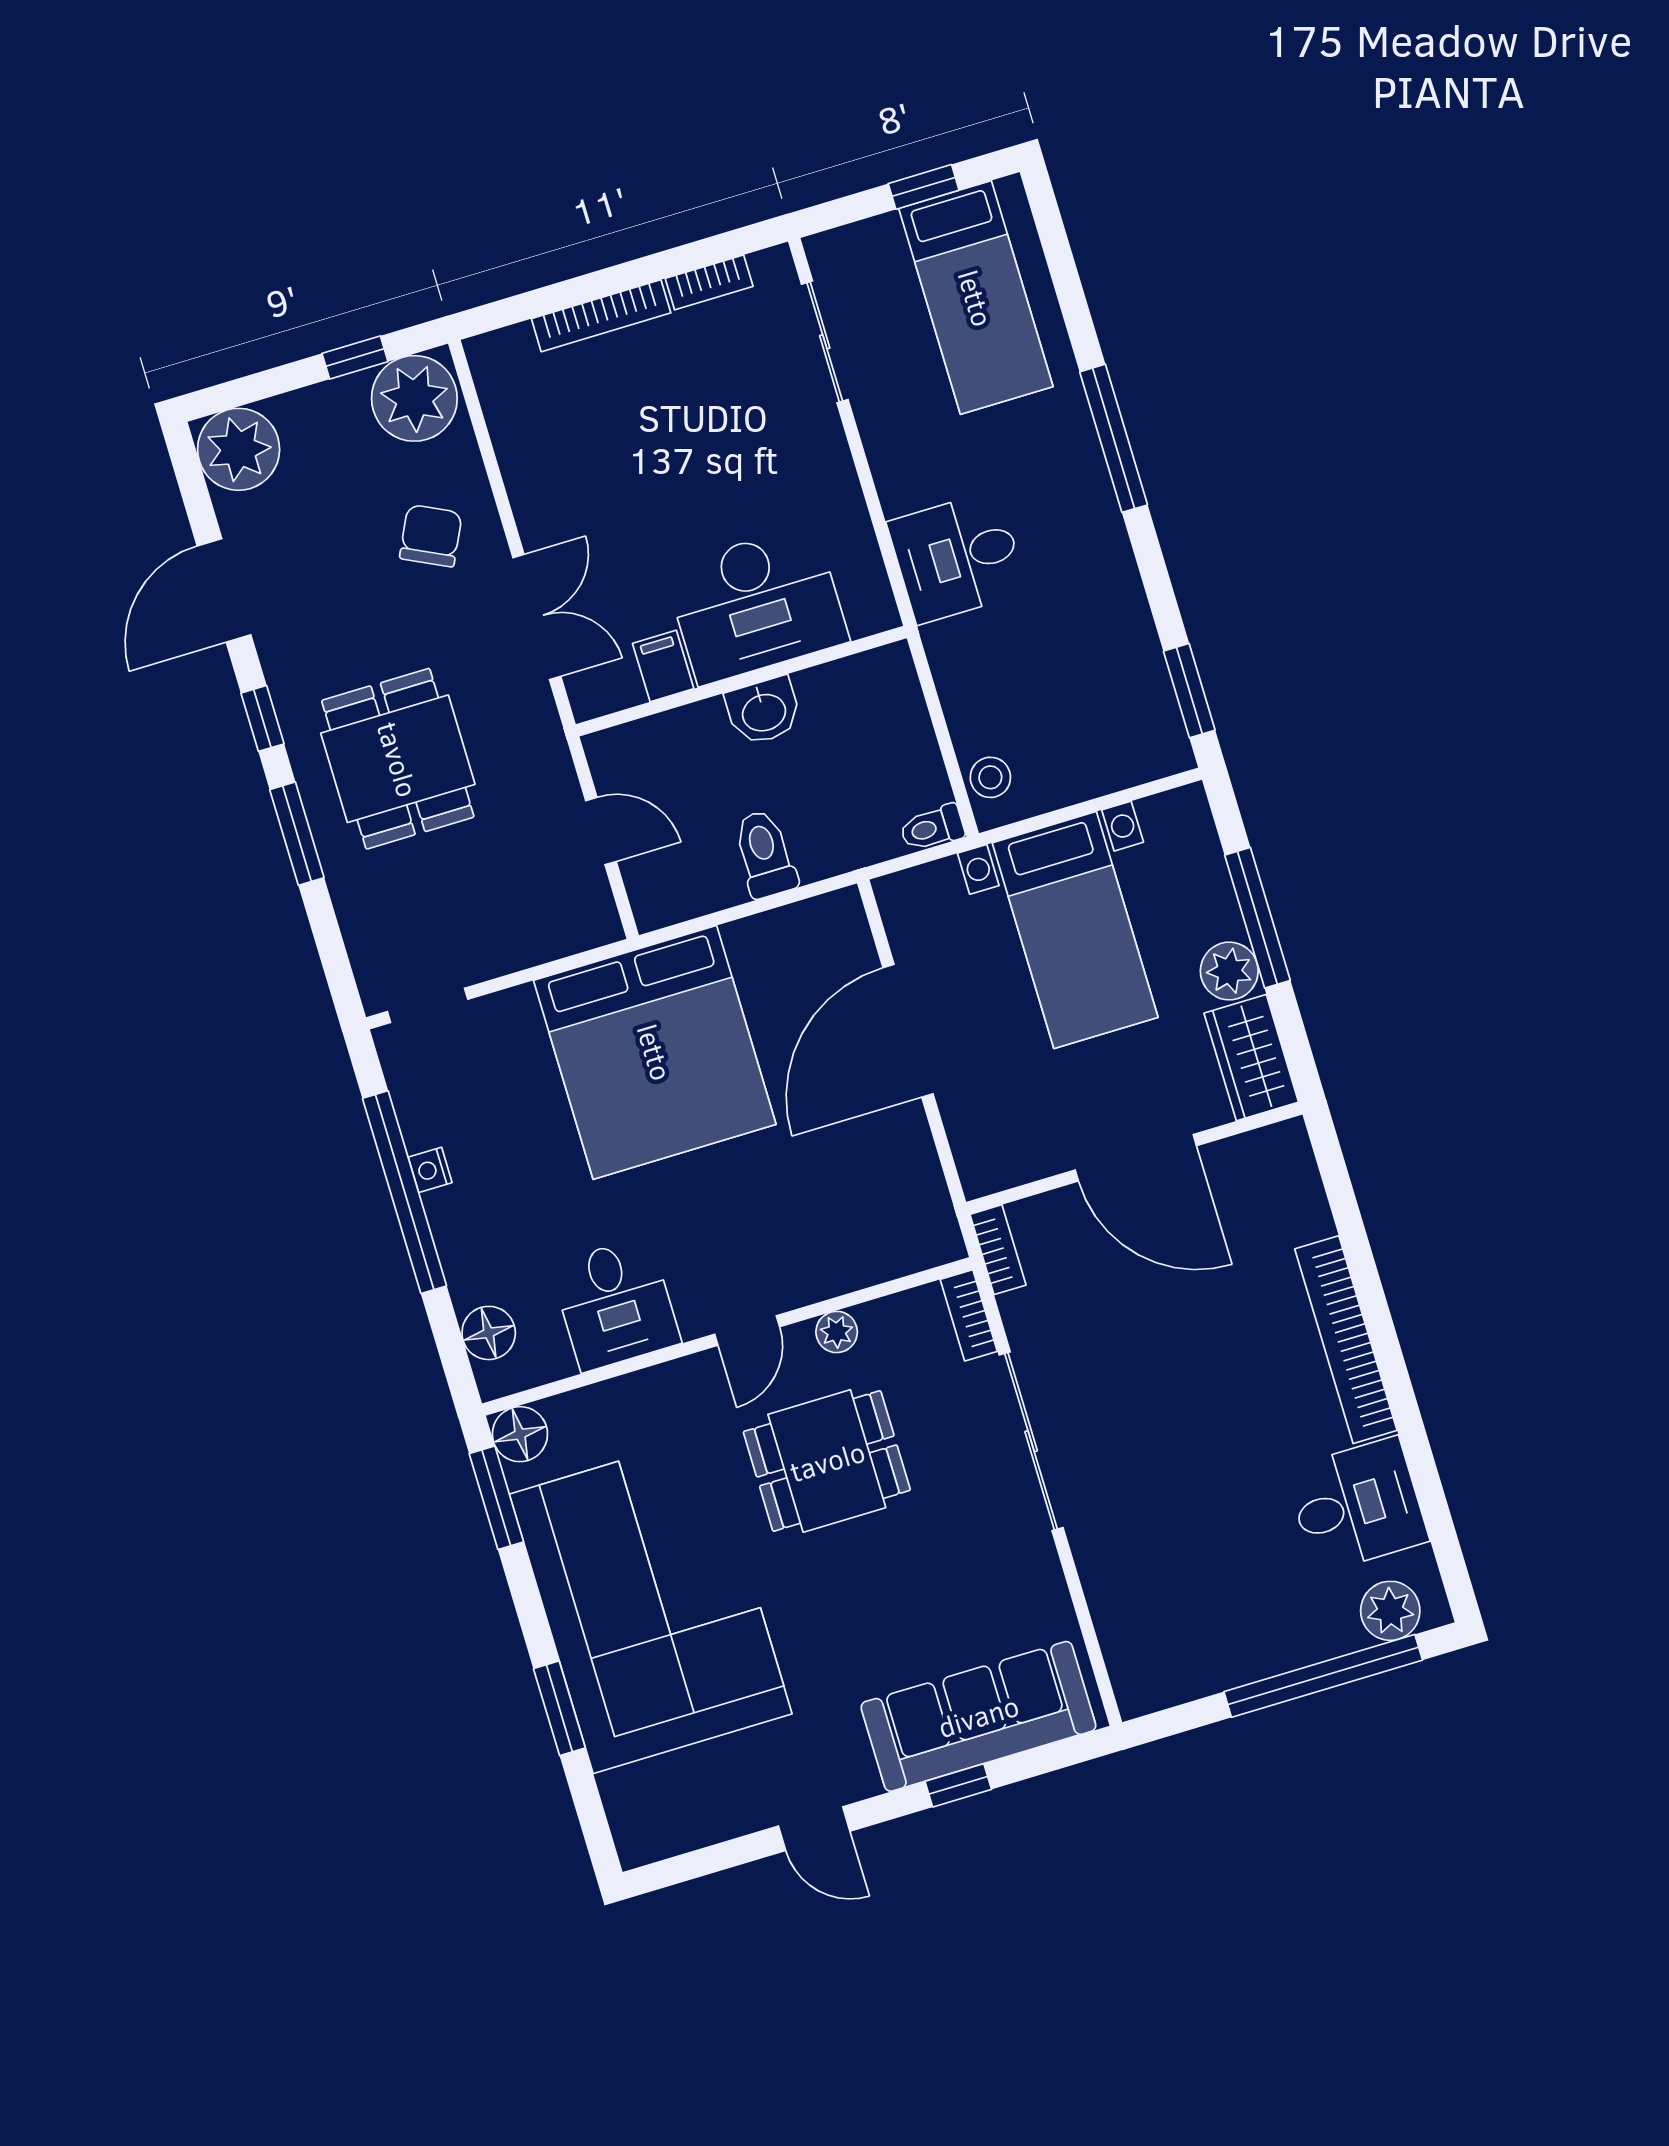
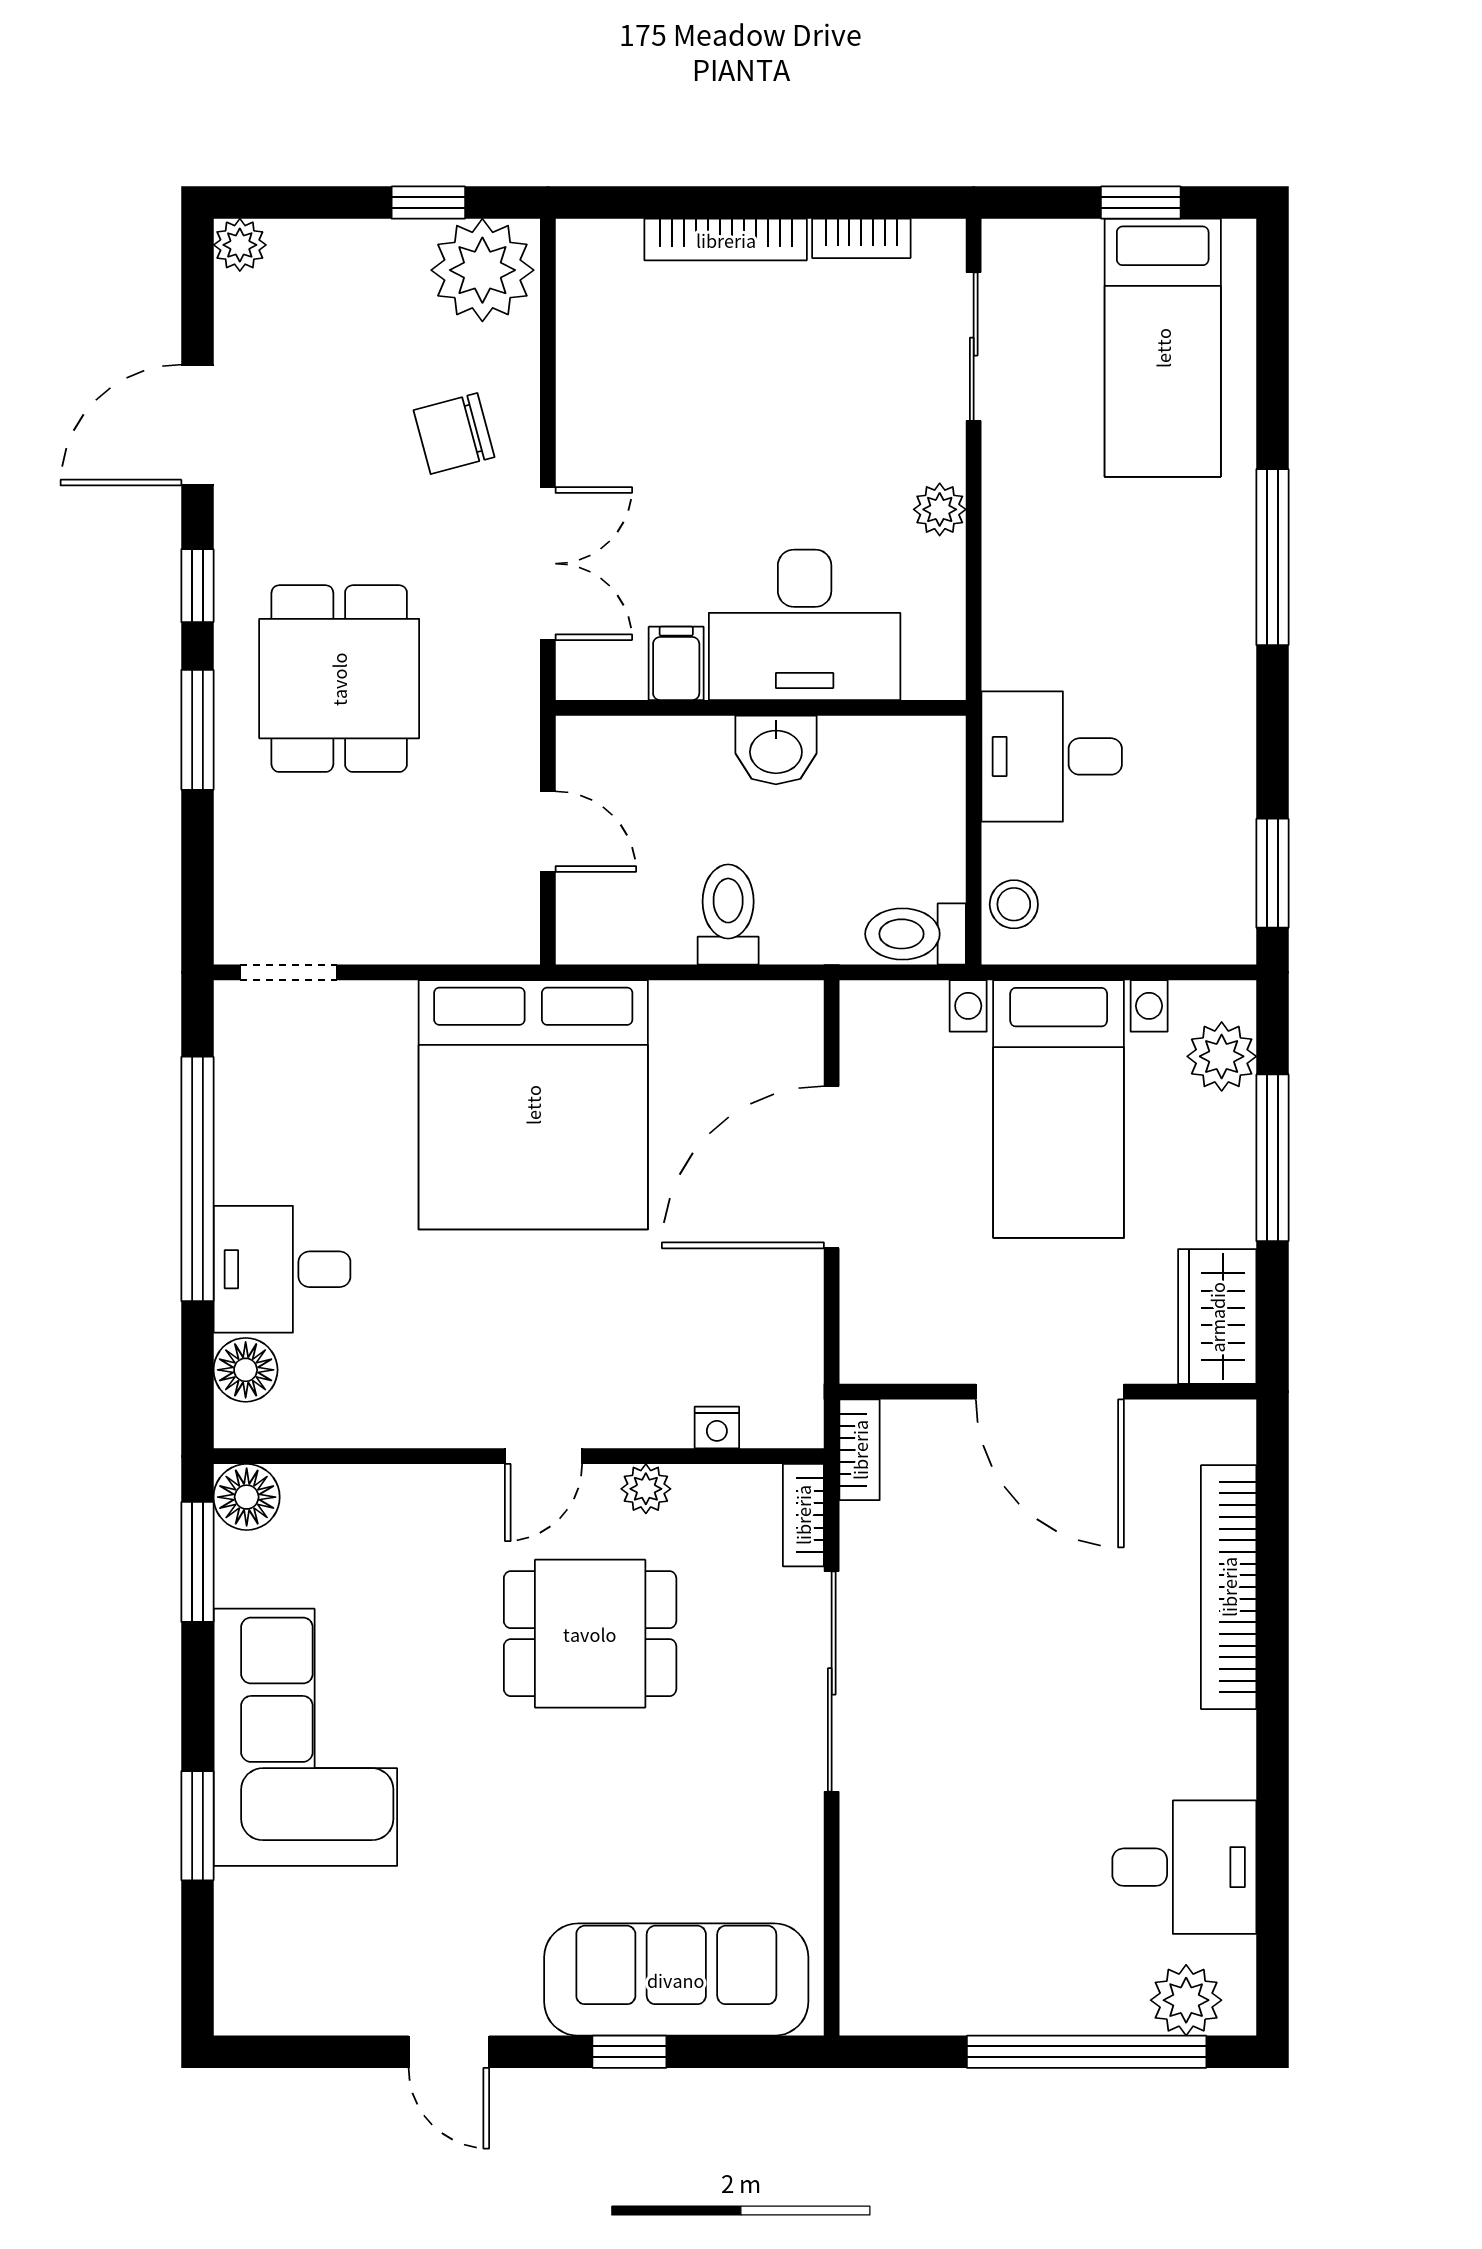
plant: (239, 449) -> (240, 245), width x0.53, depth x0.53
plant: (837, 480) -> (940, 509), added
chair: (431, 536) -> (454, 434), turned -131
desk: (957, 557) -> (1052, 756), moved
toilet: (932, 828) -> (916, 934), width x1.37, depth x1.39
plant: (1229, 971) -> (1222, 1056), moved
nightstand: (430, 1170) -> (717, 1428), moved, turned -90
desk: (615, 1304) -> (282, 1269), moved, turned 90
bookcase: (1346, 1340) -> (1229, 1587), moved
corner sofa: (651, 1604) -> (305, 1737), width x0.73, depth x0.74

